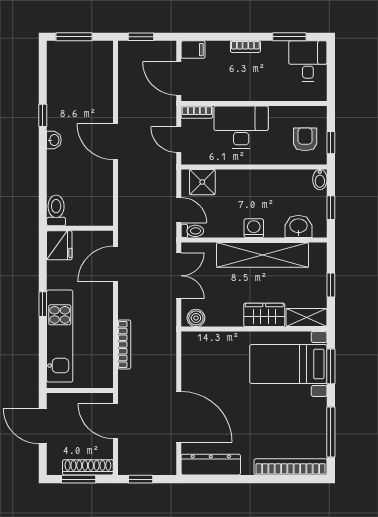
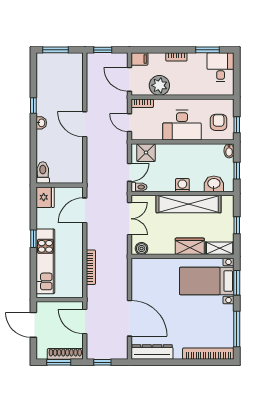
plant: (221, 87) -> (159, 85), added
desk: (241, 127) -> (182, 125), moved, turned 180
door: (179, 210) -> (129, 172), hinge flipped

